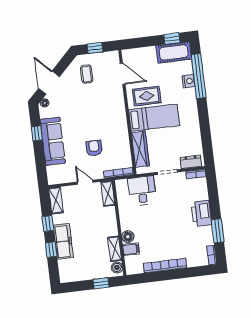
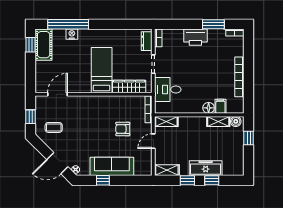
rug: (147, 96) -> (81, 74), removed

